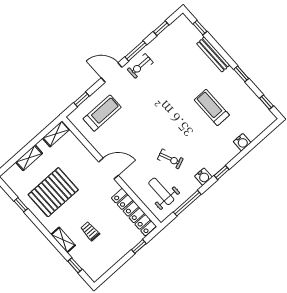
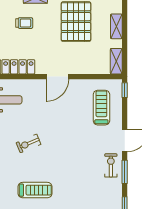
window: (82, 99) -> (125, 90), moved
treadmill: (102, 113) -> (101, 108), turned 180
exercise bike: (170, 159) -> (29, 143), moved

